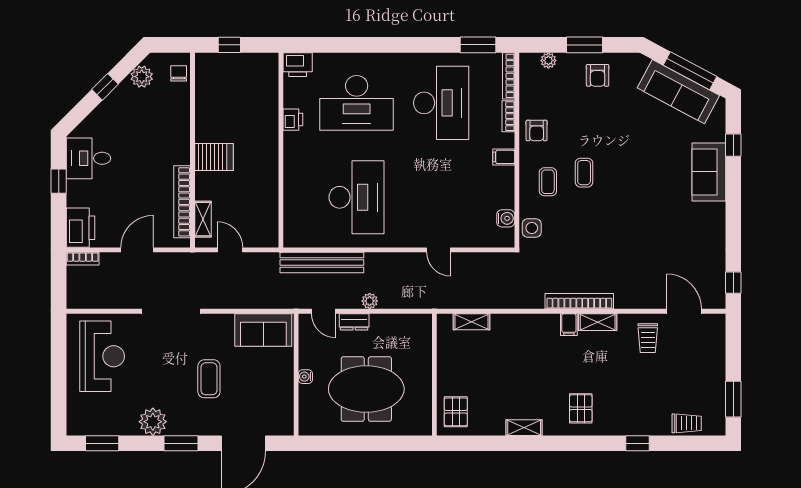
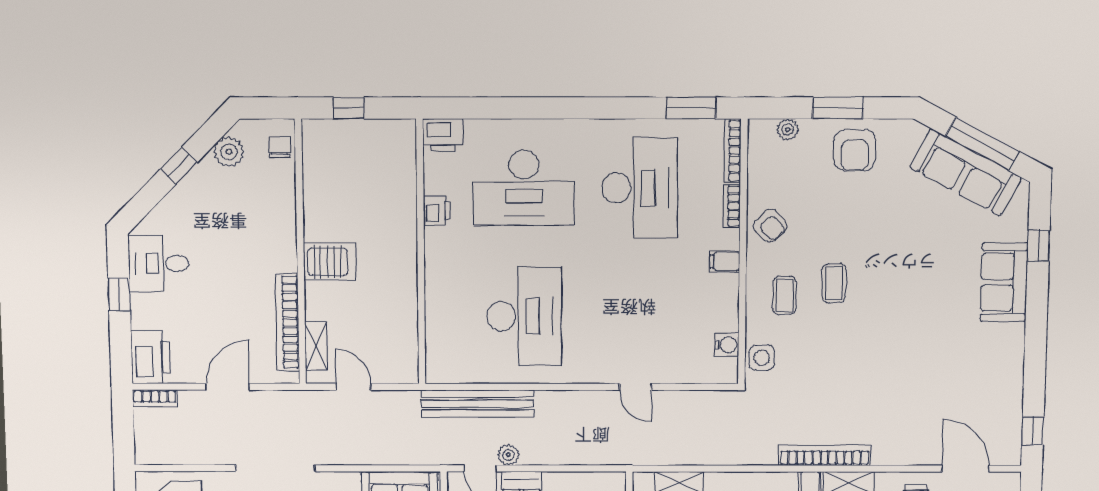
armchair: (598, 75) -> (855, 150), width x1.38, depth x1.38
armchair: (537, 130) -> (770, 226), turned -44
plant: (370, 301) -> (508, 455), moved

